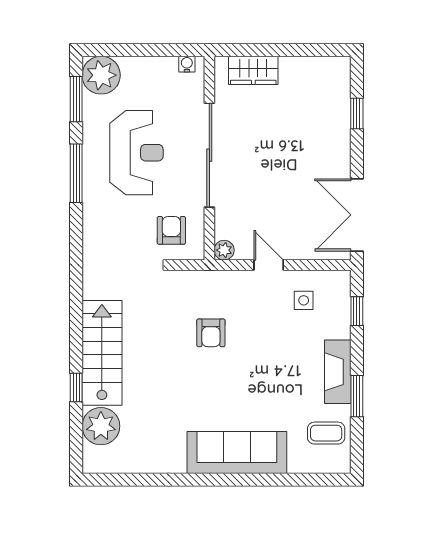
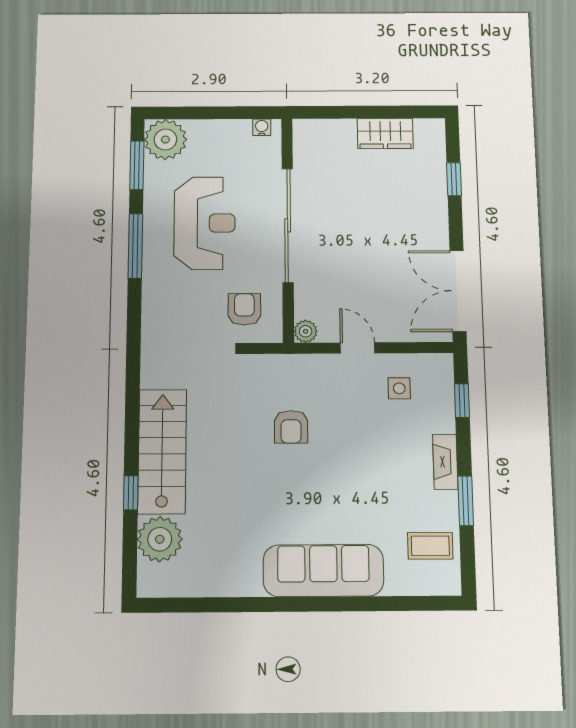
wardrobe: (253, 70) -> (385, 134), moved
fireplace: (338, 372) -> (445, 462), width x0.73, depth x0.76

